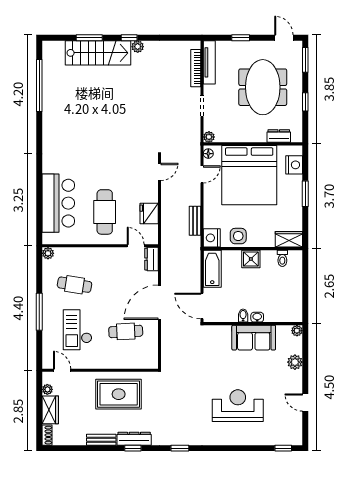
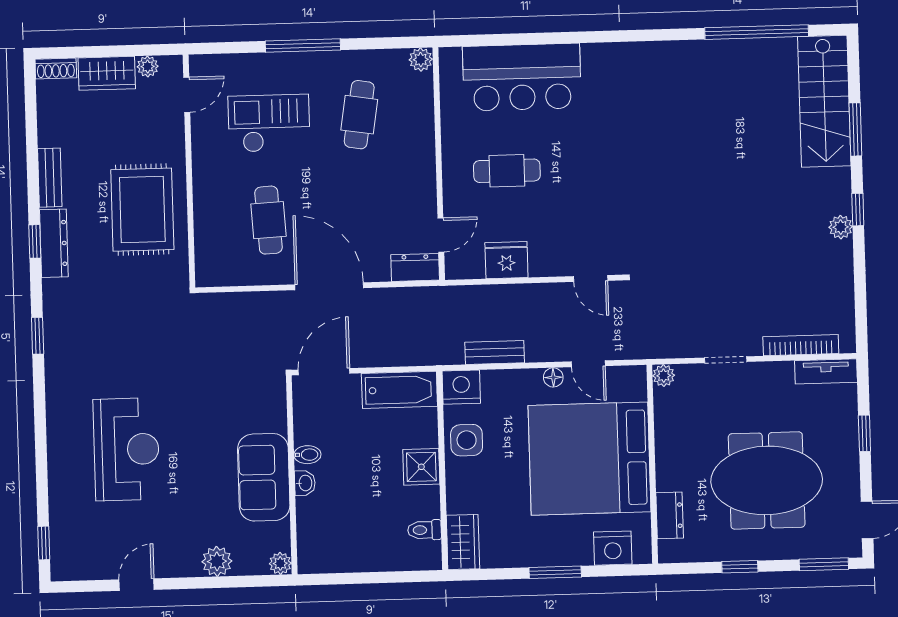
stairs: (98, 53) -> (824, 101), moved
tv unit: (209, 62) -> (826, 371), width x0.71
floor lamp: (208, 154) -> (553, 377), moved
cafe table: (105, 212) -> (507, 171), width x0.73, depth x0.74

